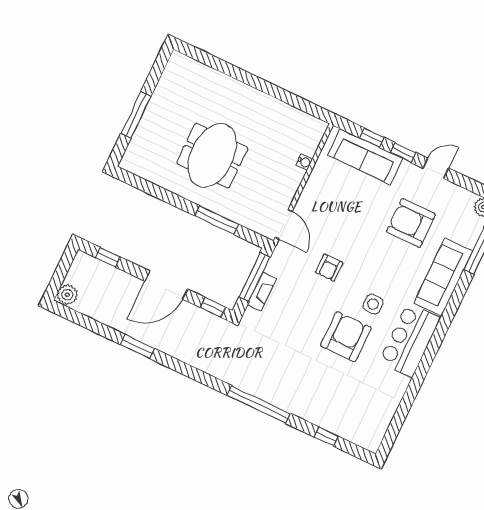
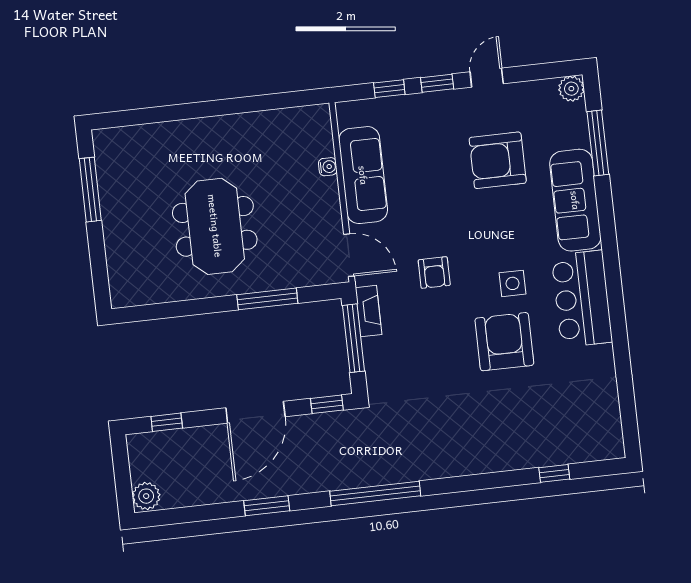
window: (136, 115) -> (90, 190), moved
sofa: (365, 157) -> (363, 175), moved, turned -90
fireplace: (262, 292) -> (369, 311), moved
window: (259, 404) -> (375, 494), moved

